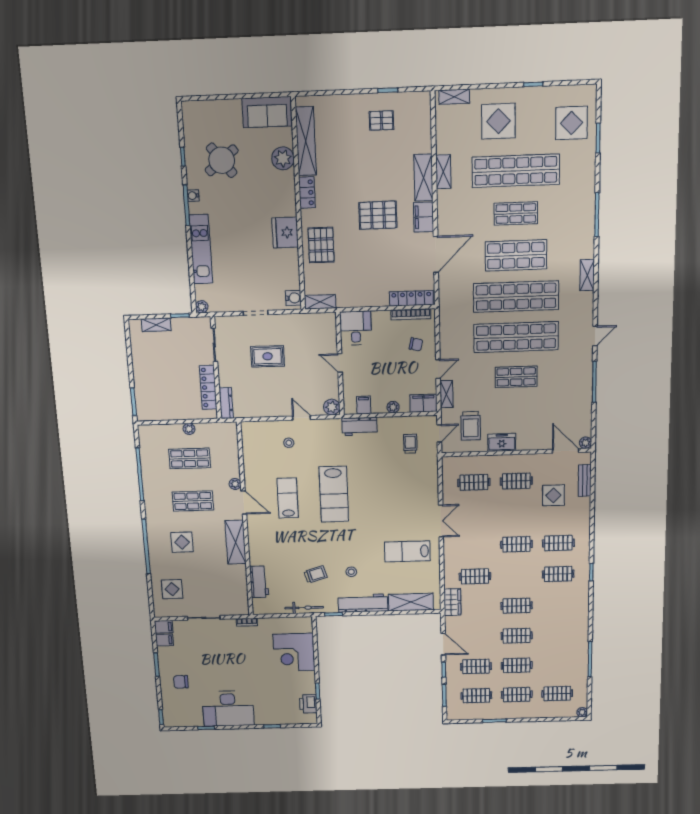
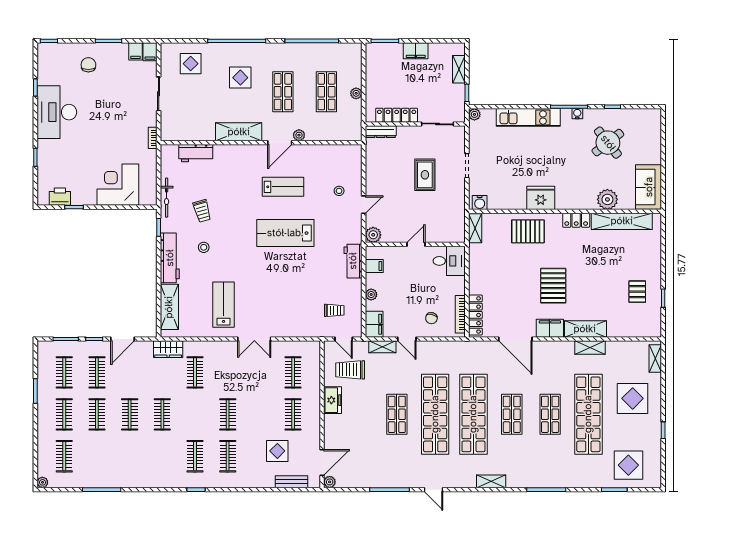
shop shelf: (516, 255) -> (512, 414), width x0.70, depth x0.74
filing cabinet: (141, 370) -> (416, 51), added

